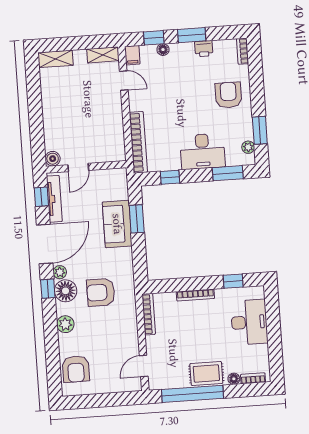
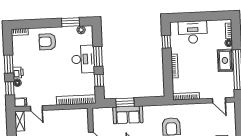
printer: (204, 49) -> (18, 72), moved
door: (124, 81) -> (36, 108), swing flipped
window: (228, 173) -> (98, 56), moved

